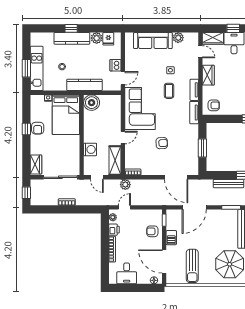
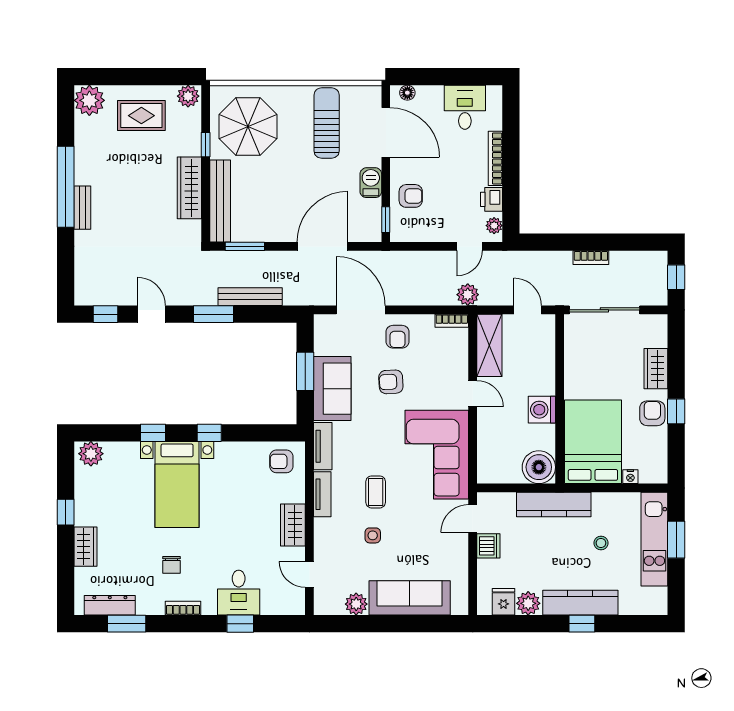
wardrobe: (213, 38) -> (283, 602), removed
door: (123, 137) -> (473, 394), swing flipped
sofa: (190, 140) -> (332, 389), added
washing machine: (90, 149) -> (542, 410), moved
wardrobe: (36, 164) -> (656, 369), moved
armchair: (159, 165) -> (397, 337), added

